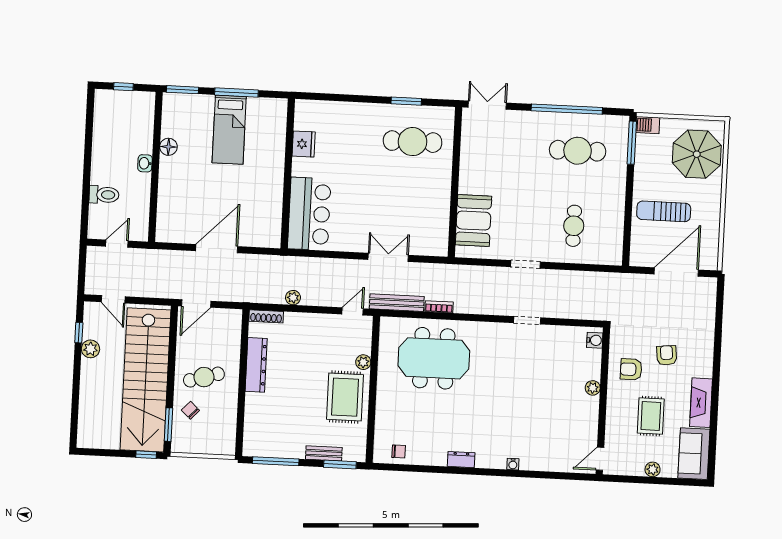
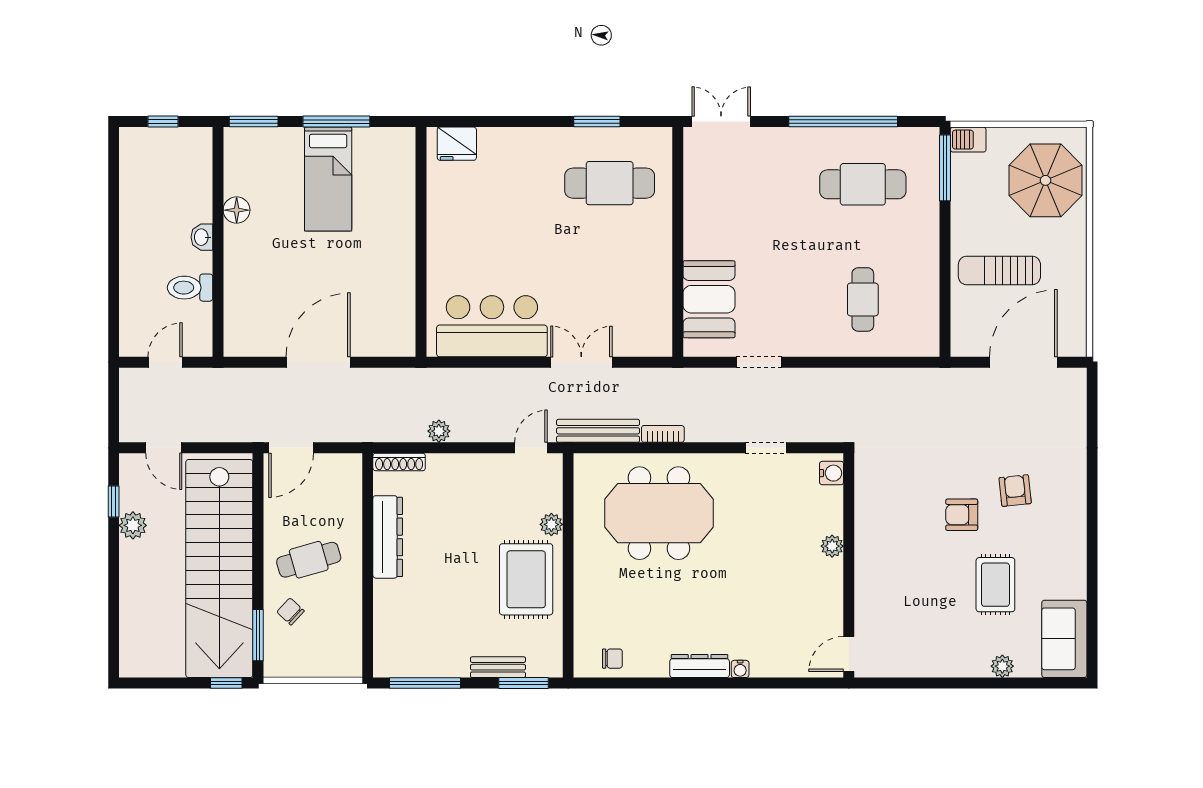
fridge: (304, 144) -> (457, 144), moved, turned 90
toilet: (104, 195) -> (190, 288), moved, turned 180
bar counter: (309, 214) -> (492, 326), moved, turned -90
doorway: (526, 264) -> (759, 362), moved
doorway: (527, 320) -> (766, 448), moved
water cooler: (595, 340) -> (832, 473), moved
plant: (593, 388) -> (832, 546), moved
wall: (603, 401) -> (849, 565), moved
fireplace: (701, 403) -> (1071, 560), removed
door: (600, 459) -> (849, 654), moved
dresser: (461, 460) -> (700, 666), width x1.44
water cooler: (513, 464) -> (740, 669), moved

